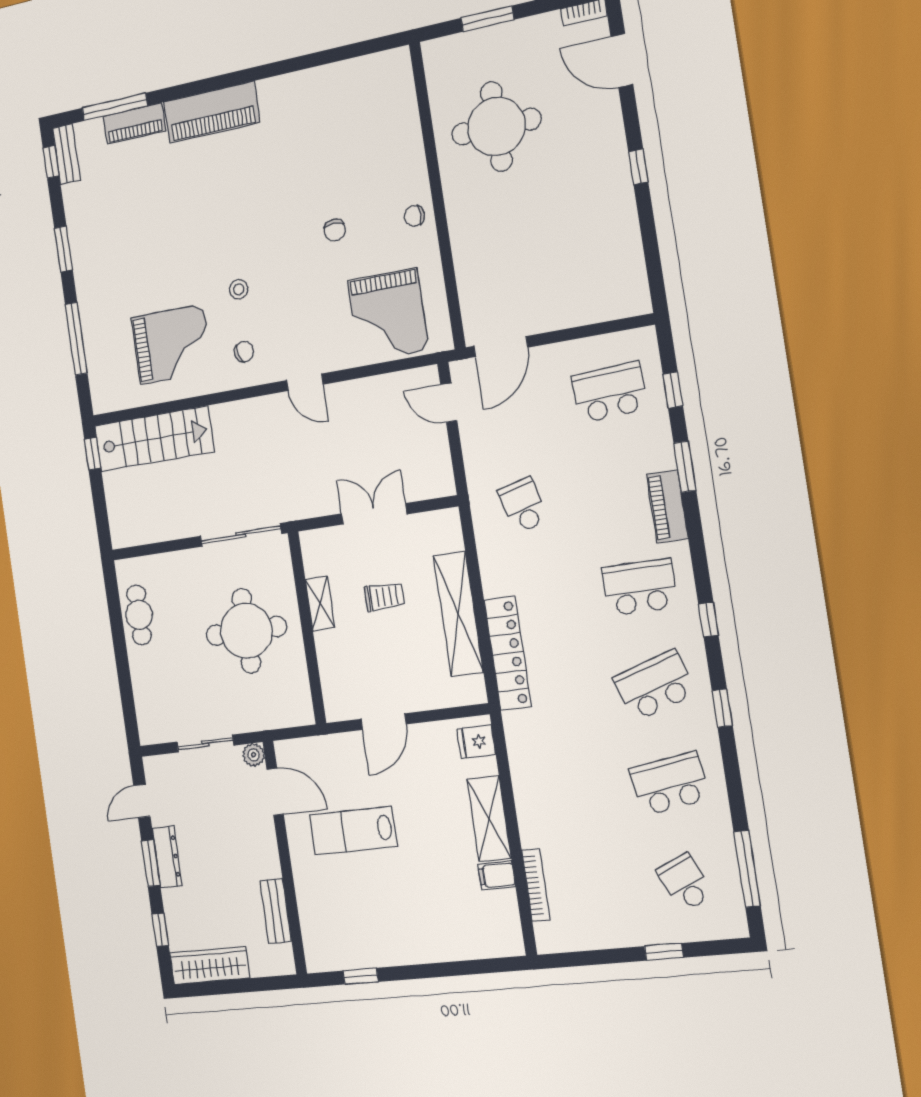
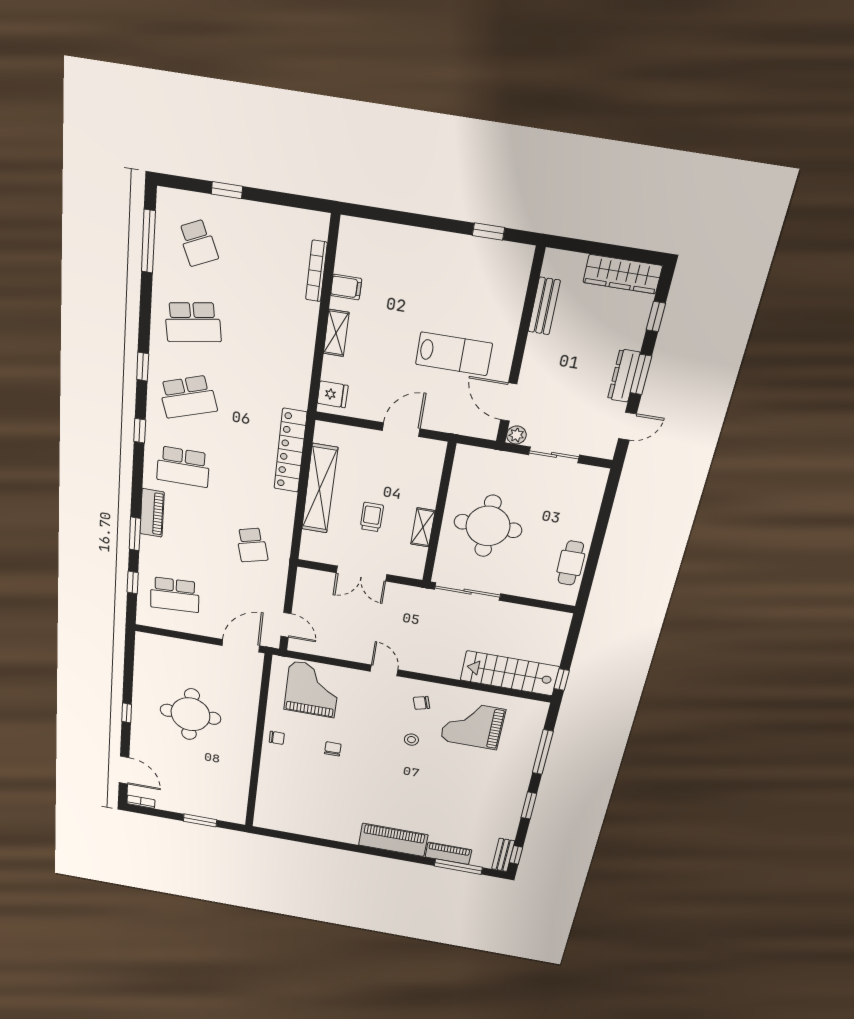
round table: (496, 127) -> (190, 714), moved
trolley: (384, 597) -> (372, 517), turned 90
shelving: (489, 819) -> (336, 333), width x0.67, depth x0.75

